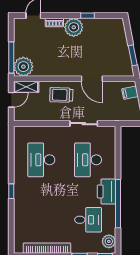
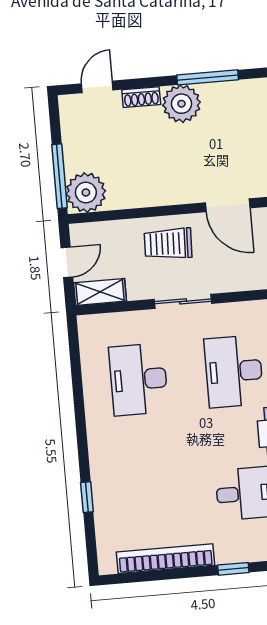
window: (88, 16) -> (208, 77), width x2.17
shelving: (26, 87) -> (100, 292), moved
sliding door: (84, 124) -> (183, 301), moved
window: (11, 191) -> (87, 497), moved

